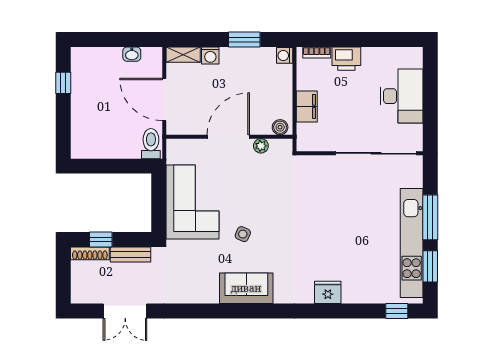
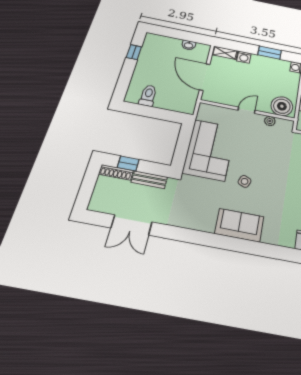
boiler: (280, 127) -> (282, 106), width x1.86, depth x1.86
door: (228, 137) -> (247, 110), width x0.53
toilet: (151, 144) -> (148, 96), moved

